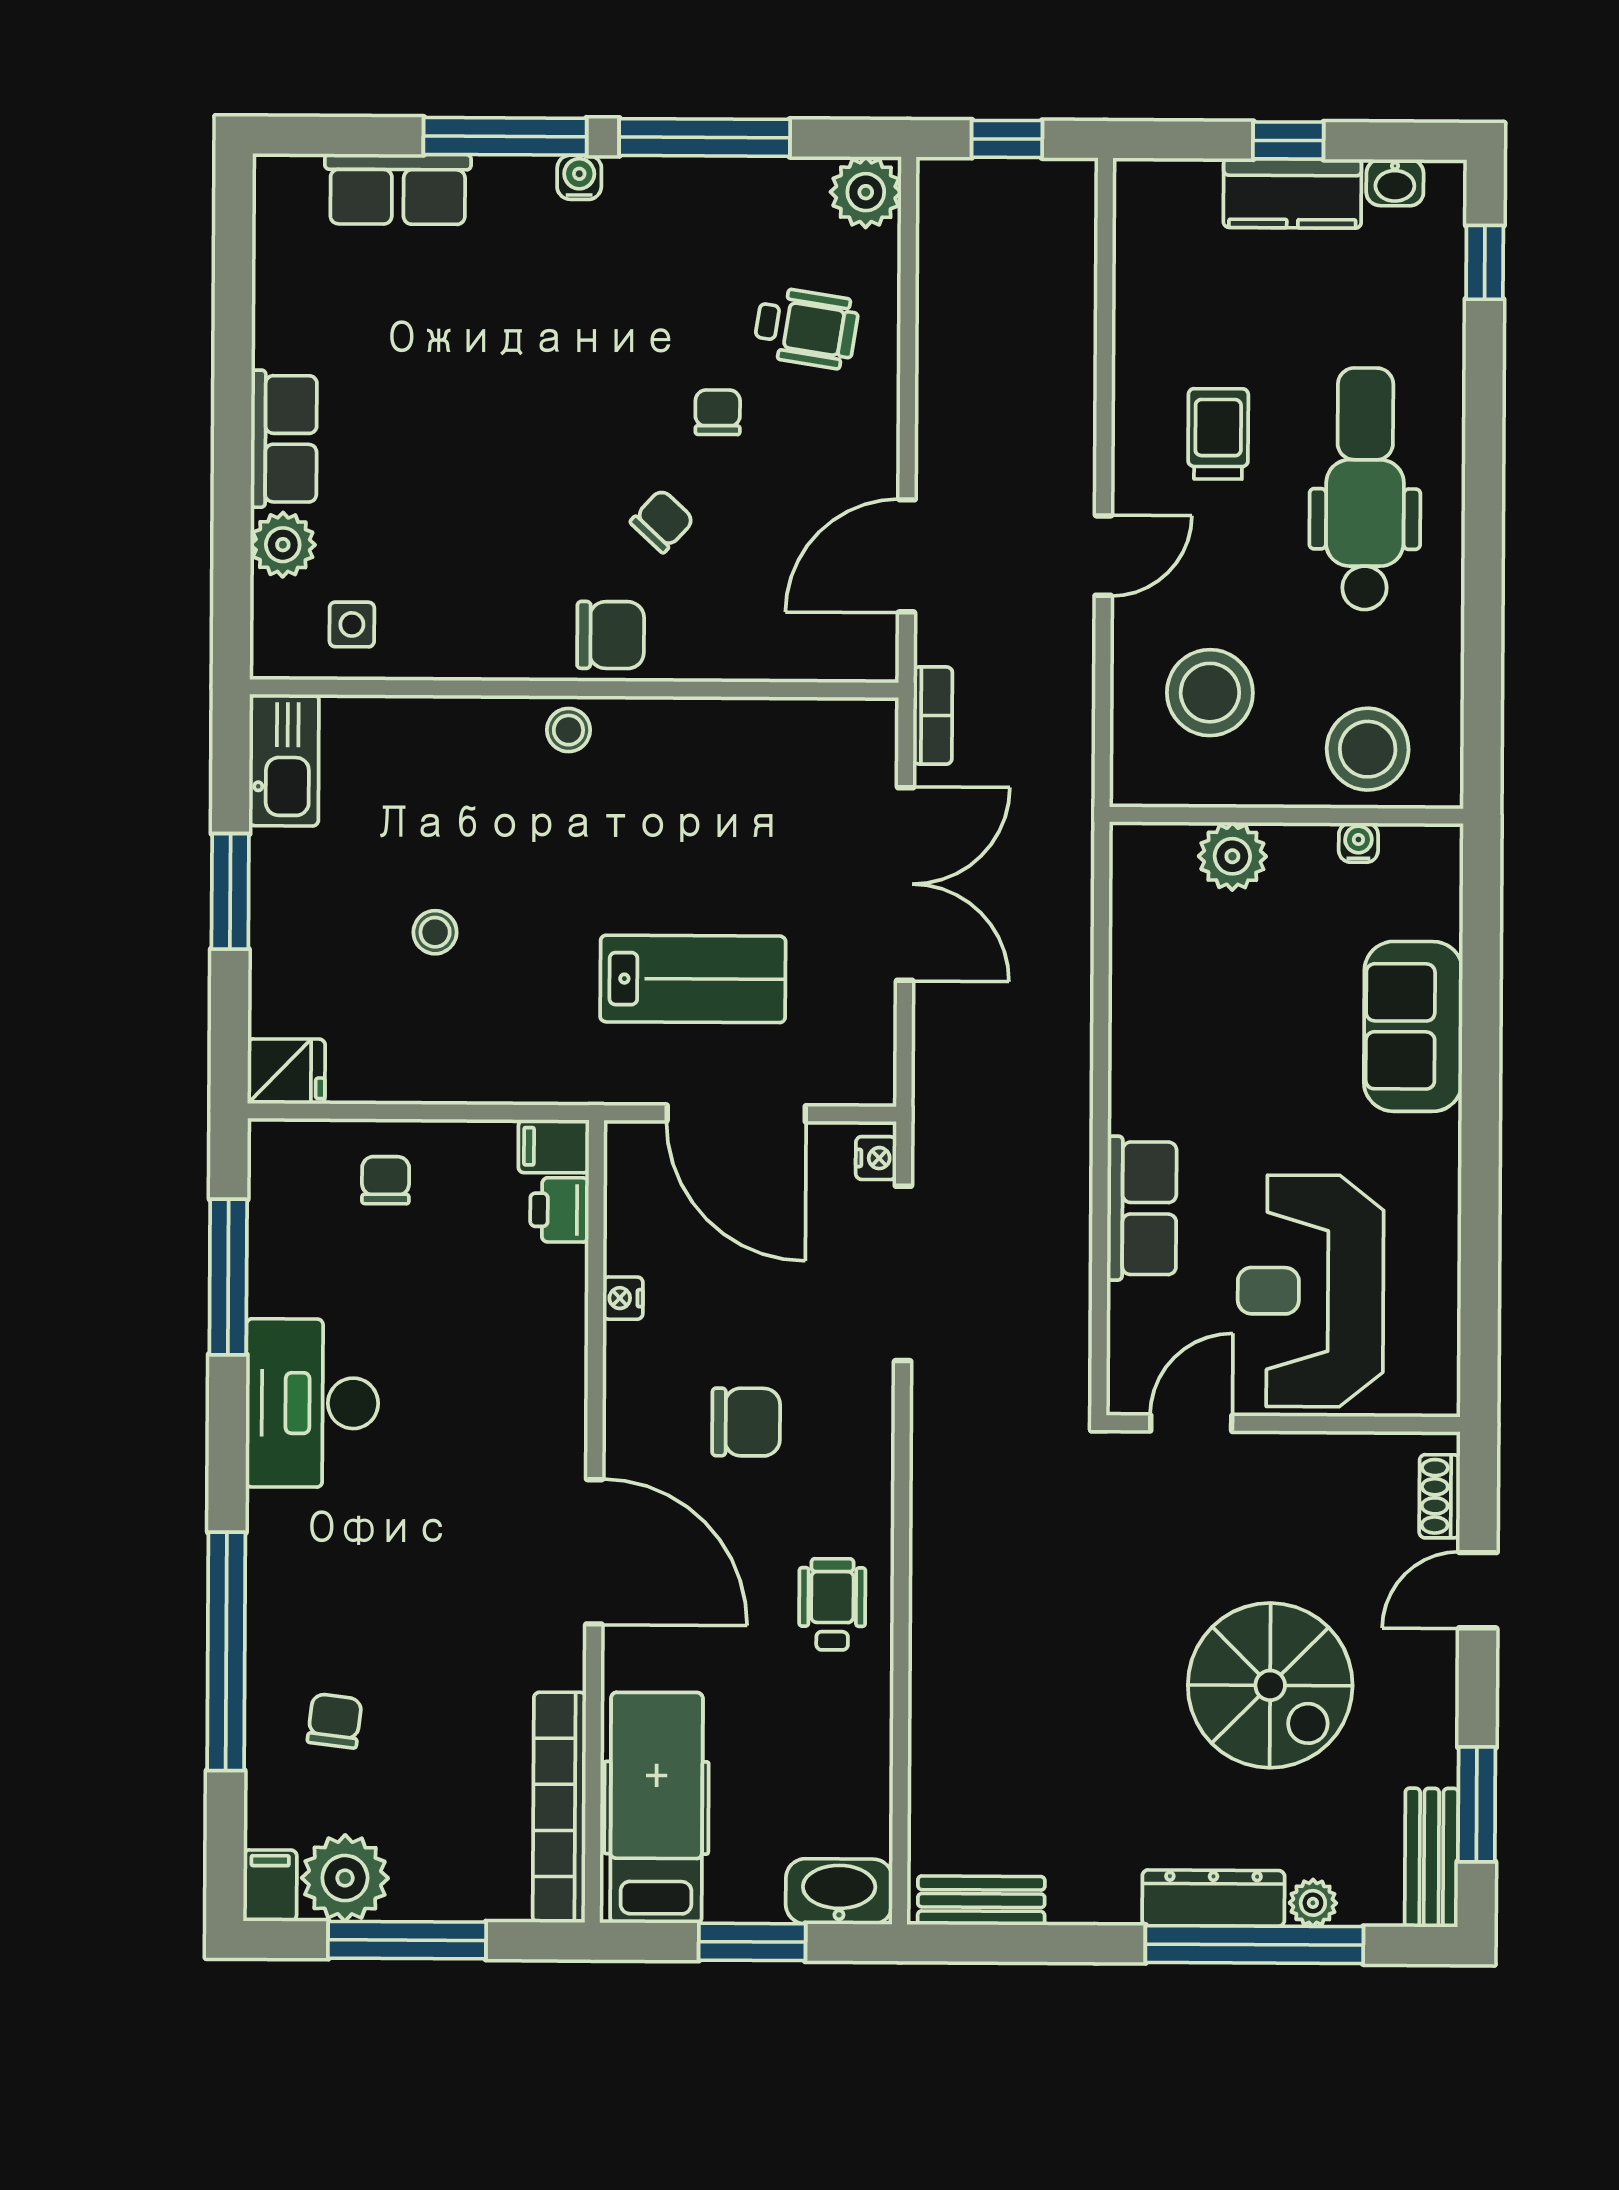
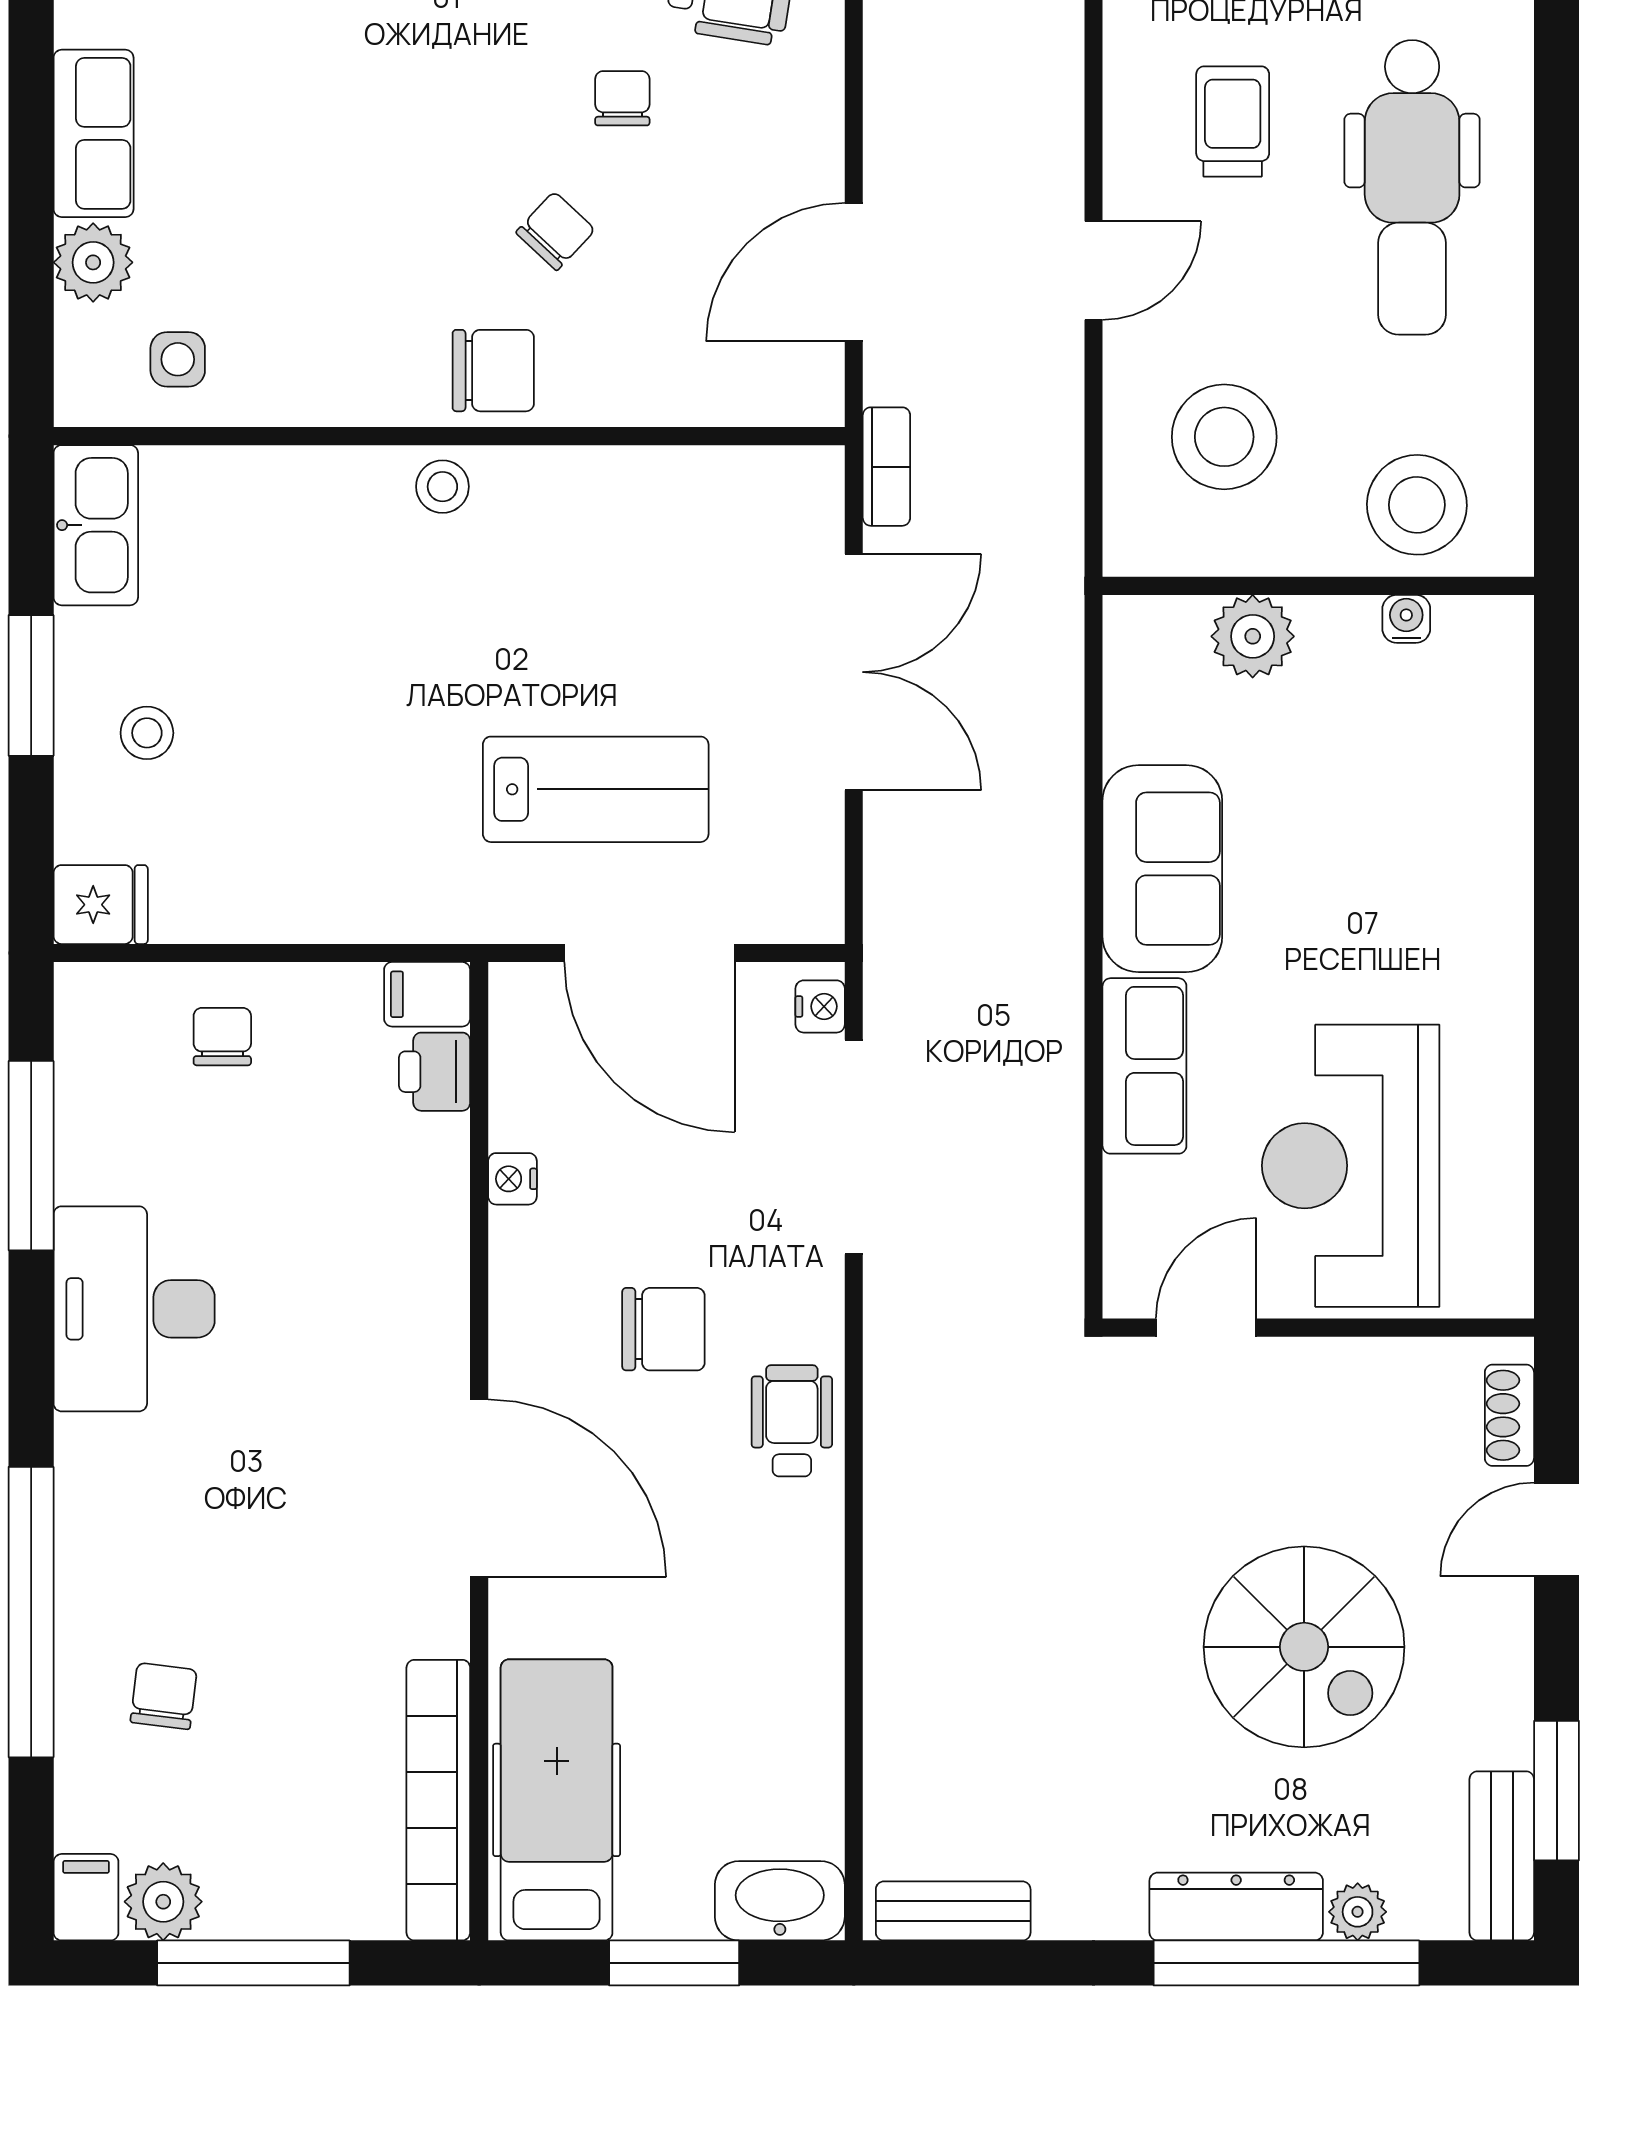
dental chair: (1365, 489) -> (1412, 187), turned 180
stool: (435, 932) -> (147, 733), moved
sofa: (1413, 1026) -> (1162, 869), moved, turned 180
wheelchair: (832, 1604) -> (792, 1421), moved
plant: (345, 1878) -> (163, 1902), width x0.73, depth x0.73

